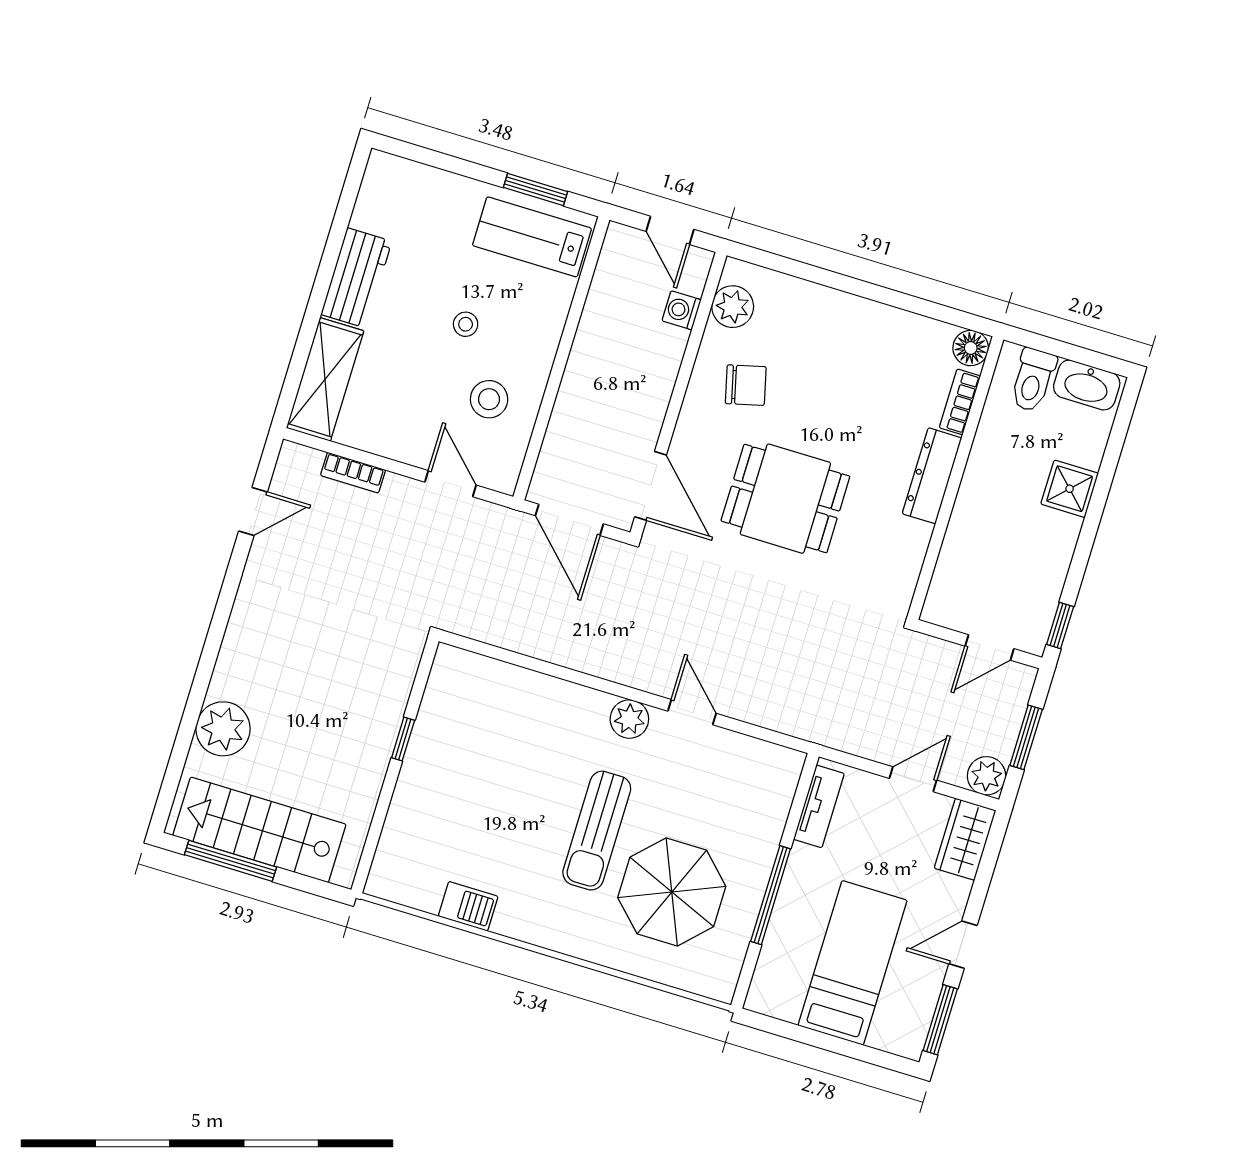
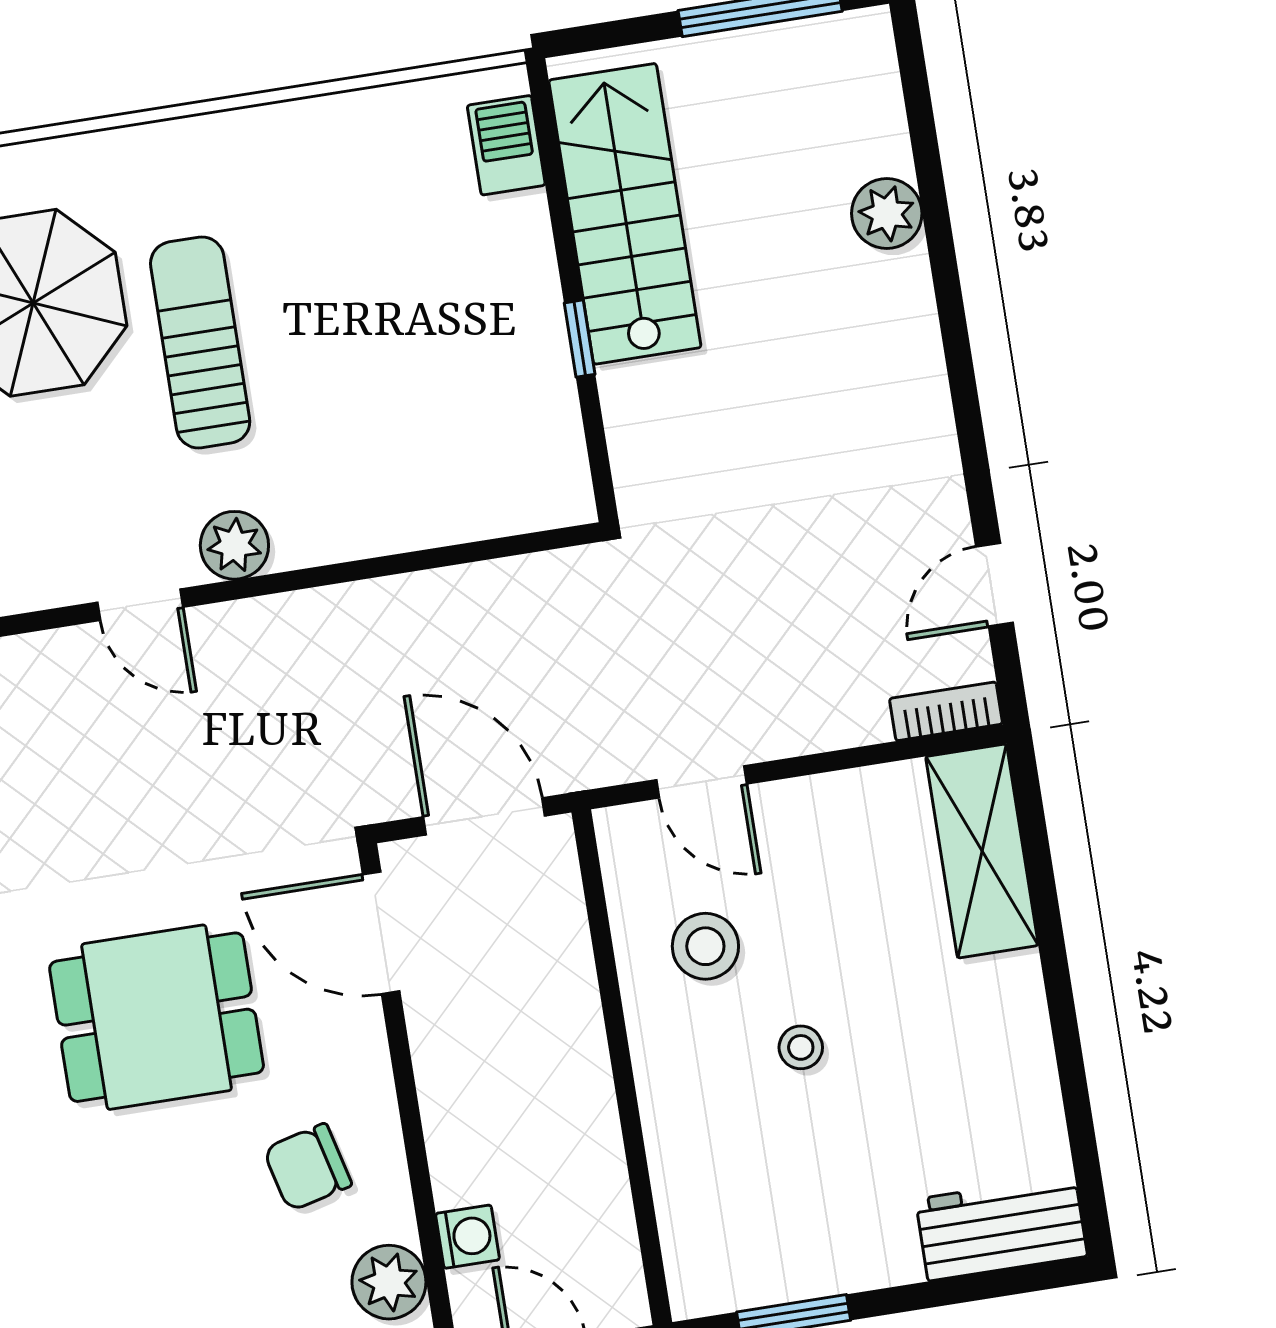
lab bench: (532, 237) -> (762, 1238), removed
workbench: (356, 278) -> (1001, 1228), moved, turned 90
bookcase: (353, 473) -> (946, 711), moved
plant: (223, 729) -> (887, 213), width x0.73, depth x0.73
stairs: (259, 830) -> (625, 214), moved, turned -90
barbecue: (468, 906) -> (506, 145), moved, turned 90

